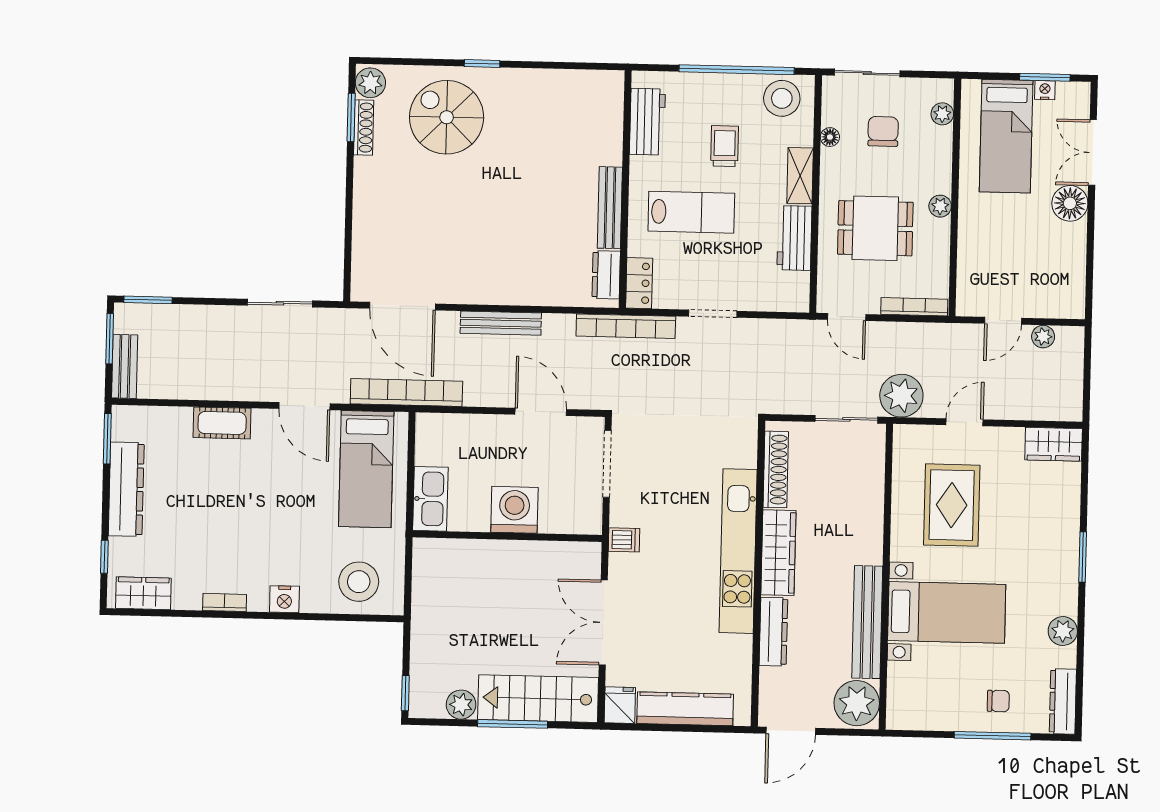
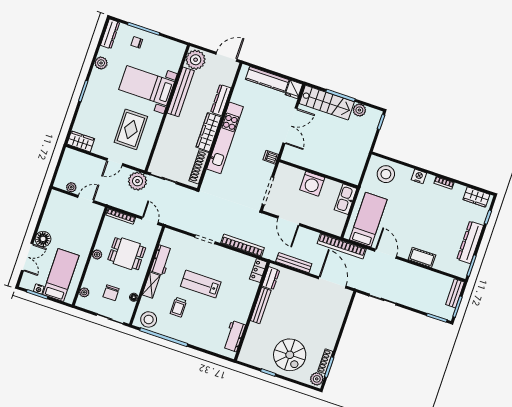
workbench: (647, 122) -> (234, 336), moved
wall: (625, 189) -> (252, 311), moved
bench: (610, 208) -> (261, 305), moved
dresser: (606, 275) -> (271, 278), moved
locker: (639, 283) -> (258, 271), moved

